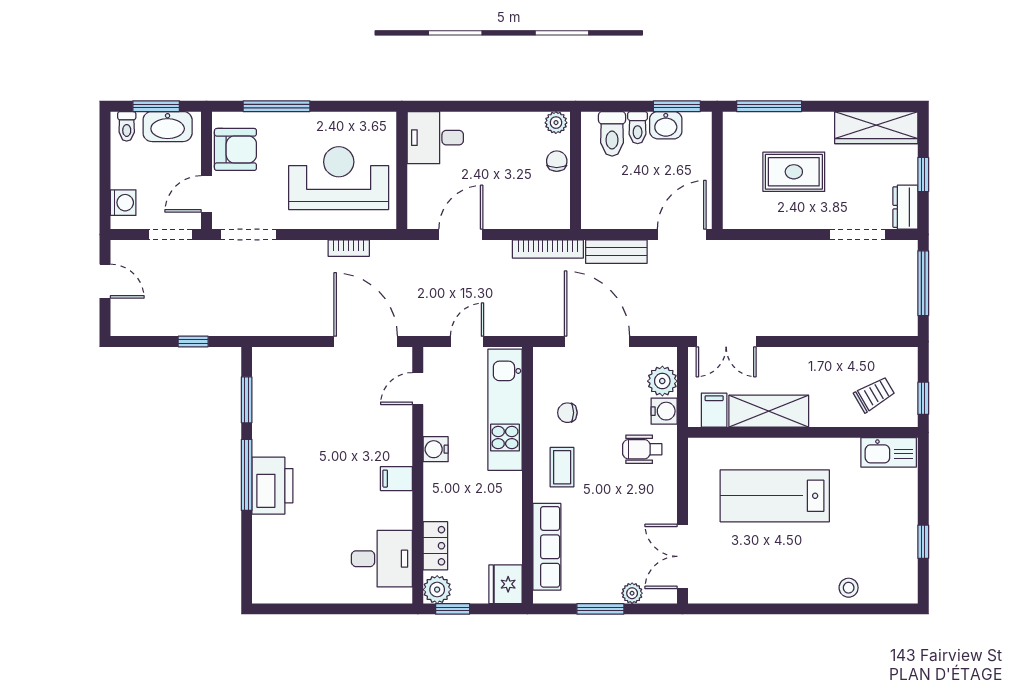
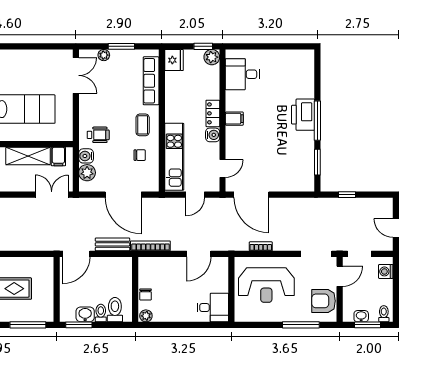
washbasin: (168, 127) -> (361, 316), width x0.52, depth x0.69
locker: (435, 546) -> (213, 113), moved

